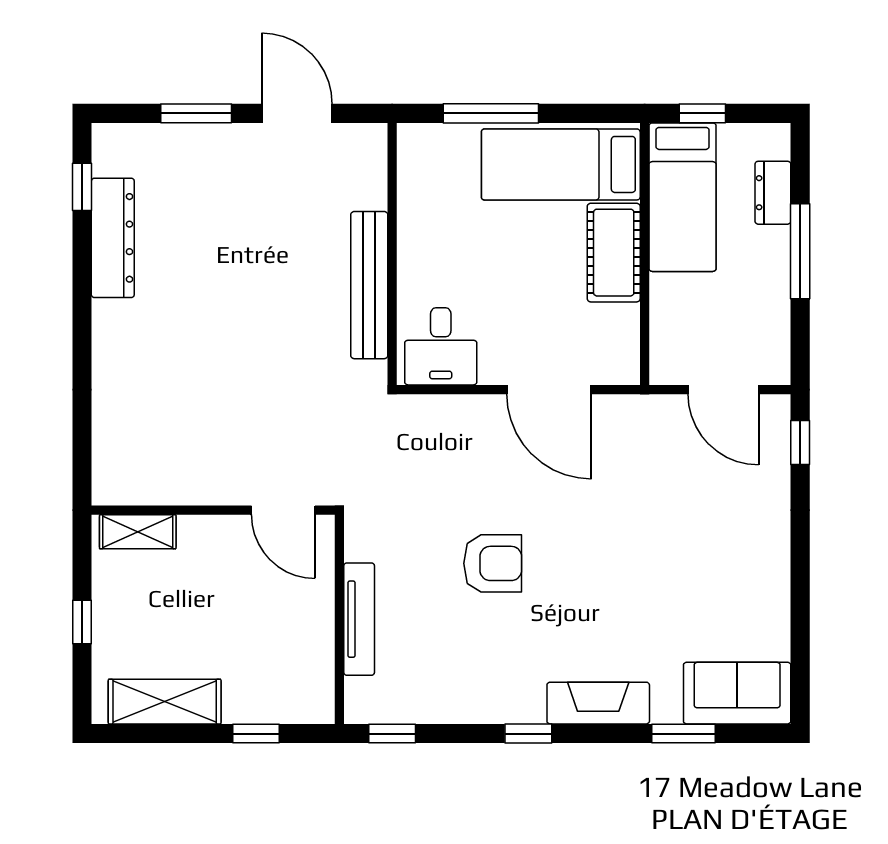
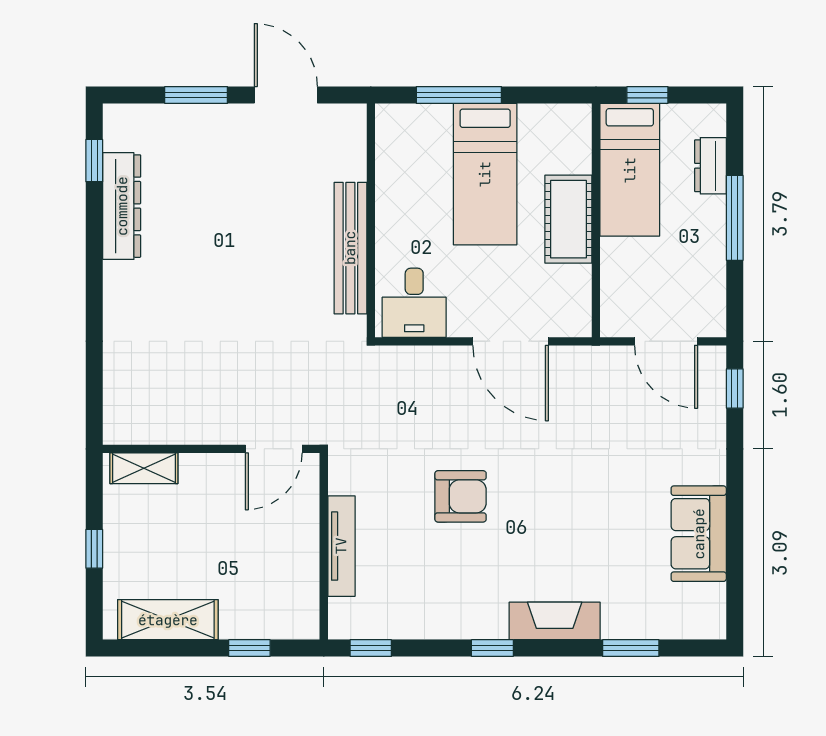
bed: (561, 164) -> (485, 174), moved, turned -90
door: (283, 510) -> (274, 449), hinge flipped
sofa: (737, 693) -> (699, 534), moved, turned -90

